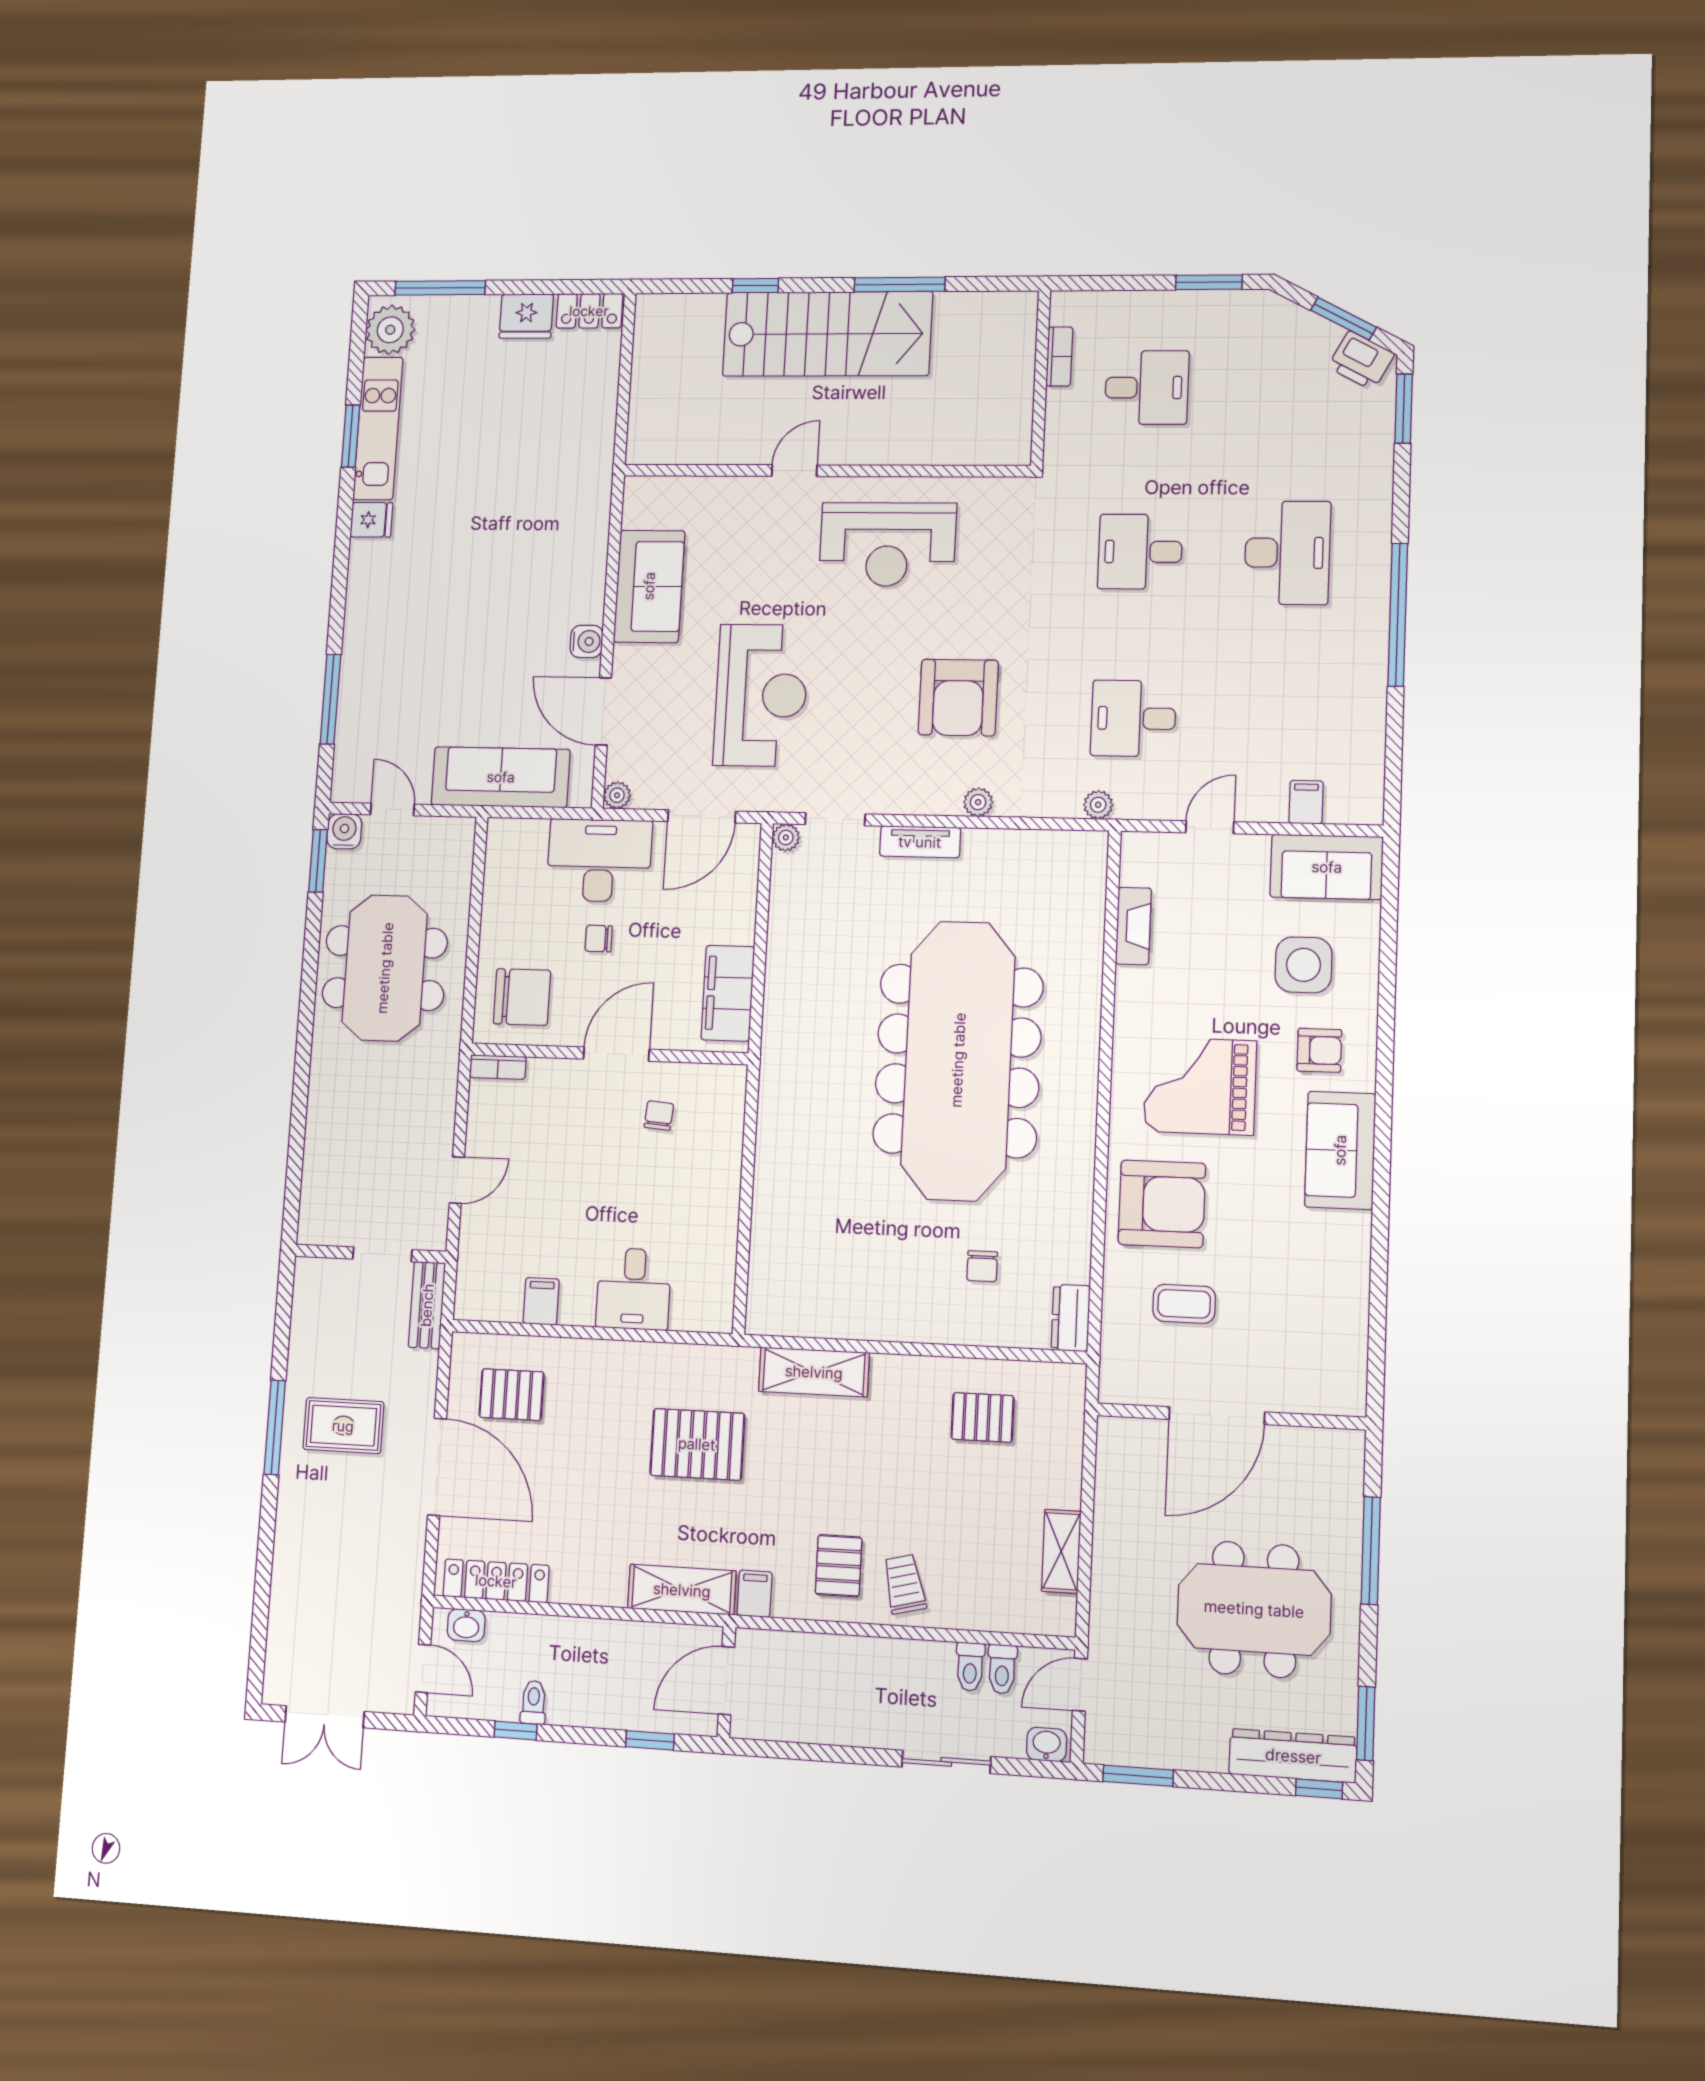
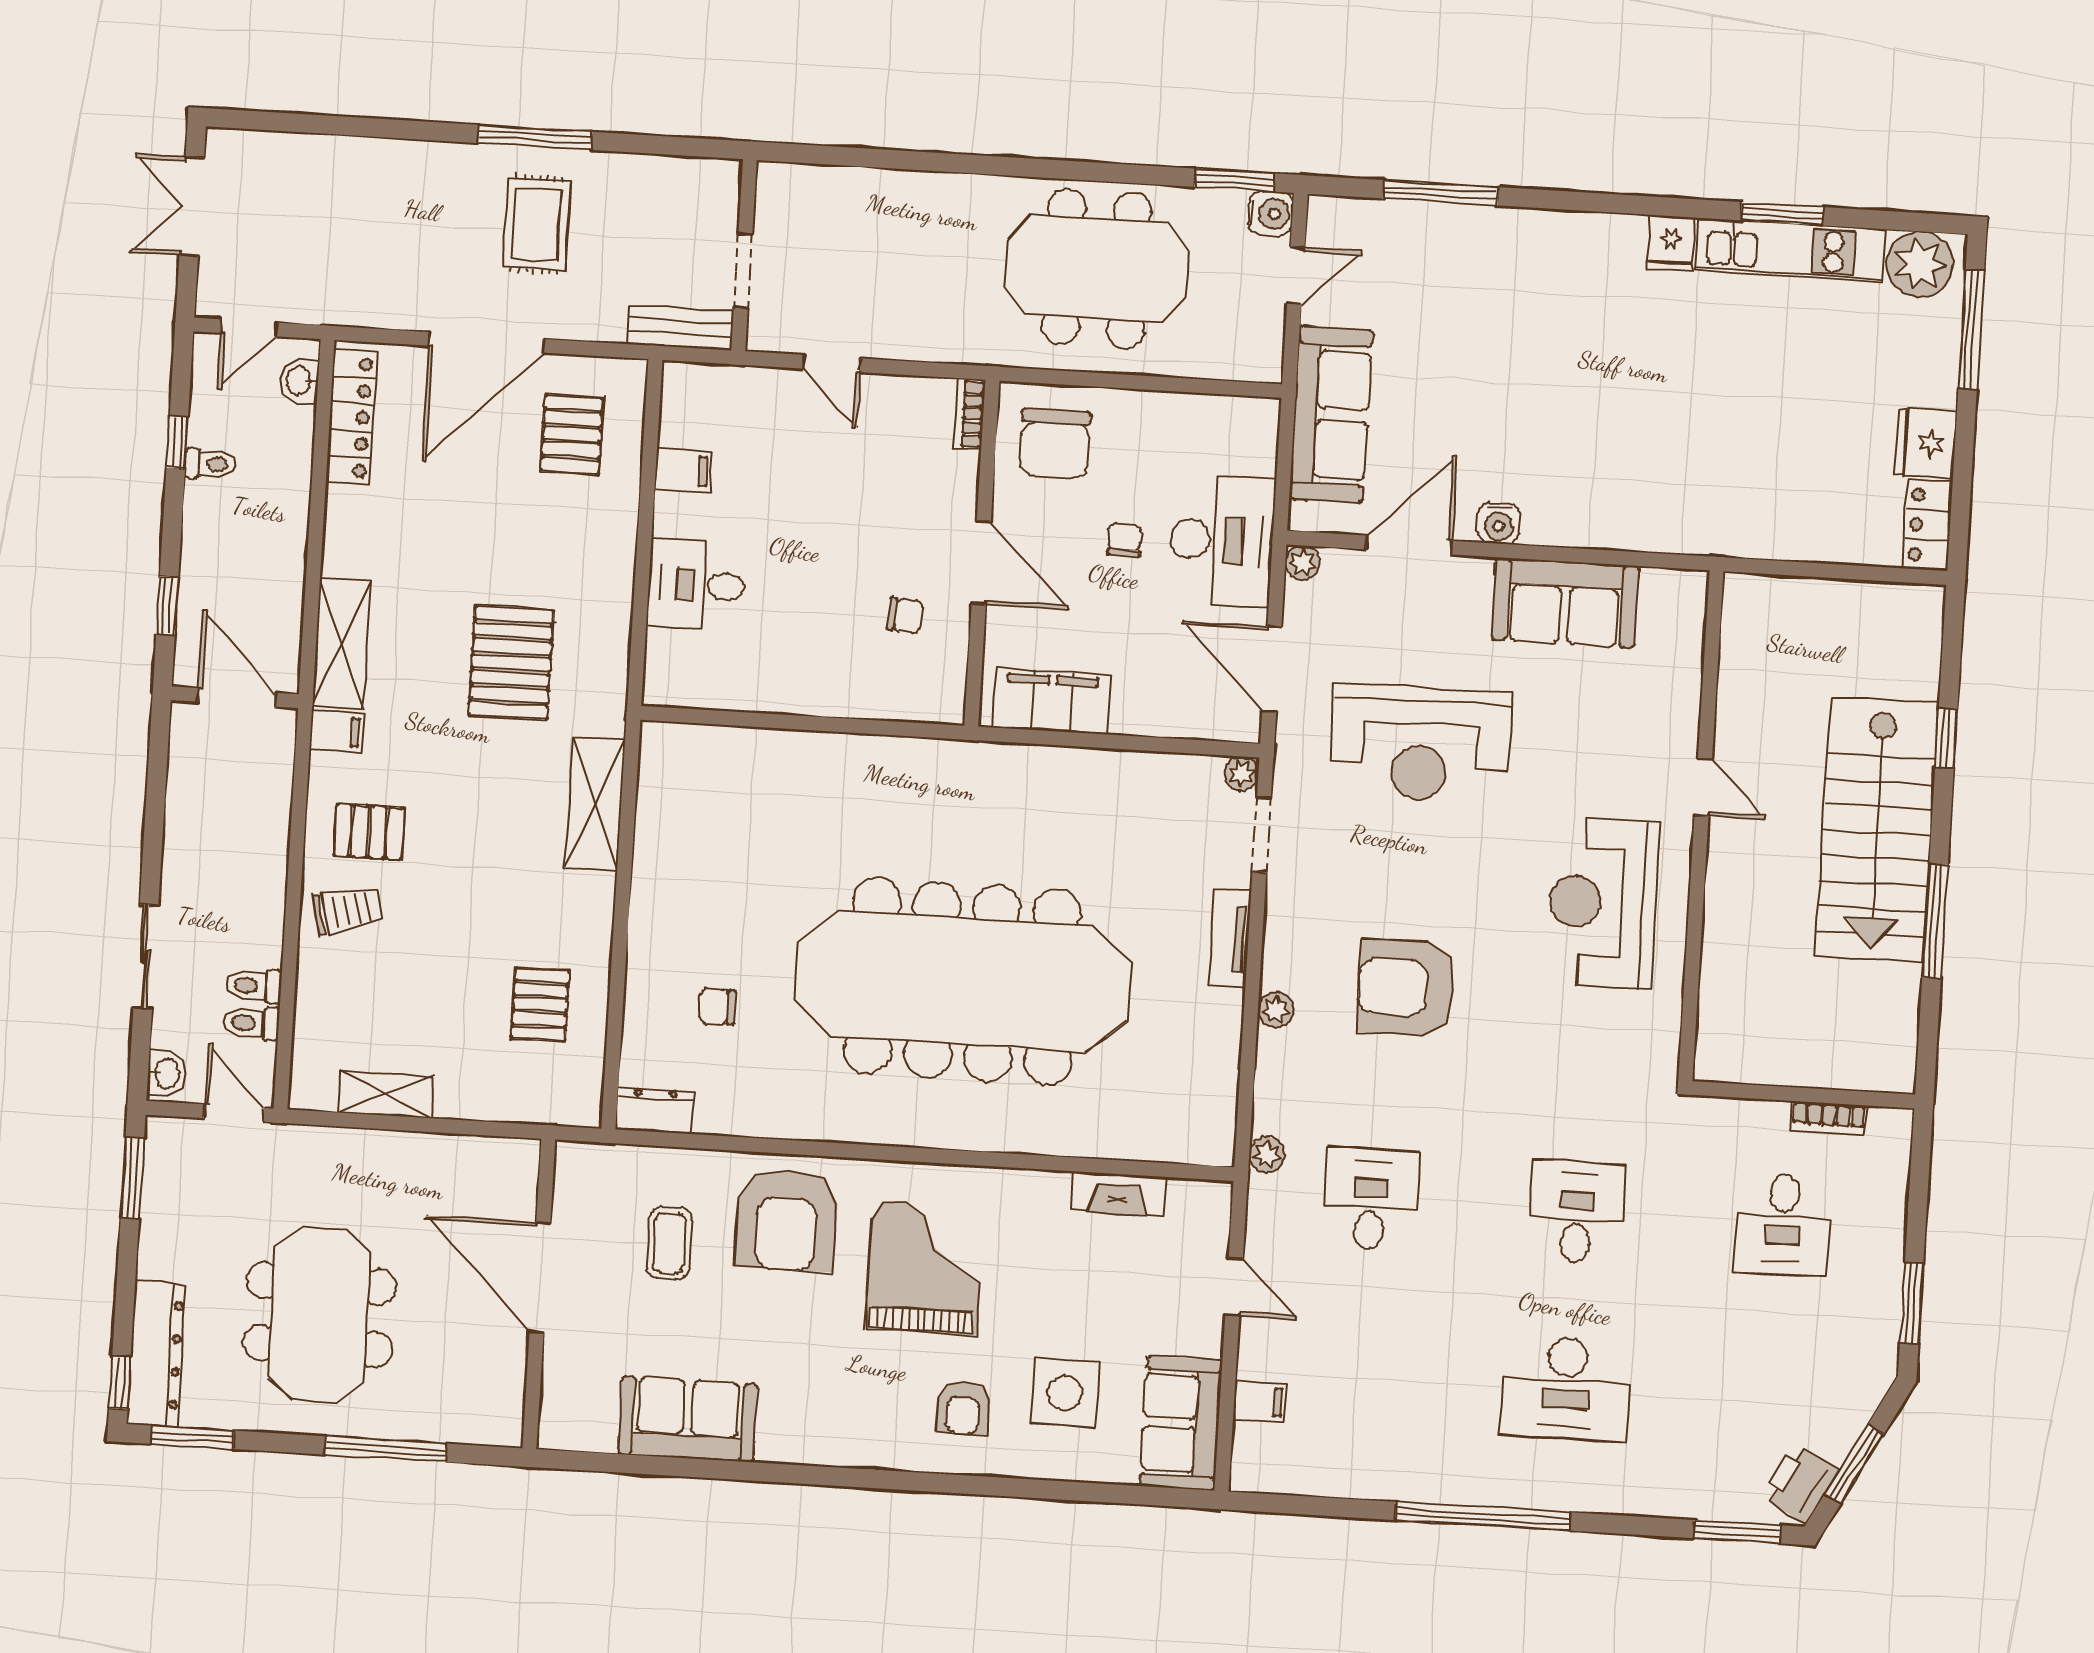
sofa: (1340, 1150) -> (688, 1419), moved

